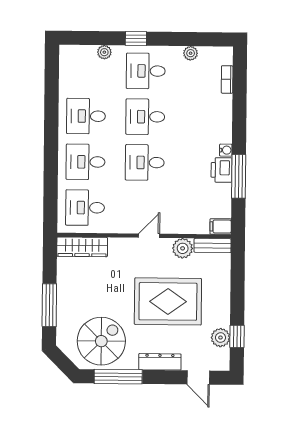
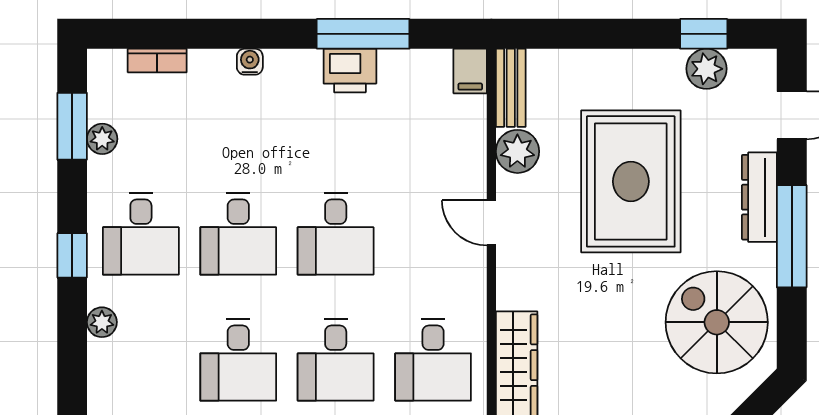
window: (197, 39) -> (72, 126), added
water cooler: (226, 150) -> (250, 62), moved
window: (118, 377) -> (792, 236), moved

